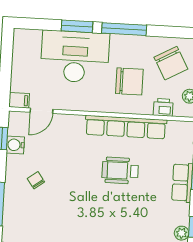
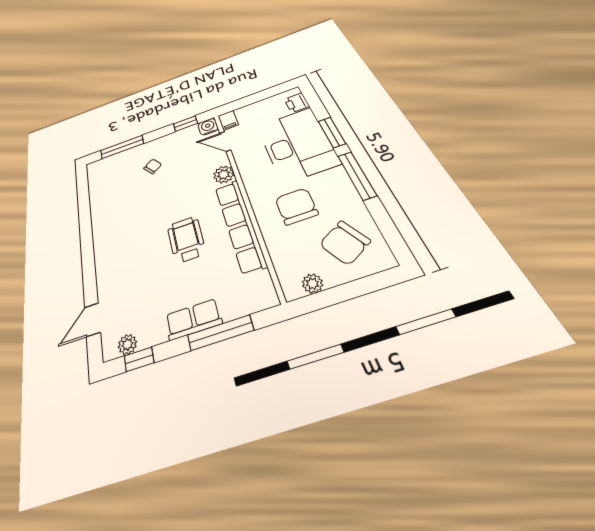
chair: (129, 81) -> (296, 206), turned 180
printer: (163, 107) -> (297, 103), moved, turned 180
plant: (75, 124) -> (224, 174), added
water cooler: (15, 145) -> (208, 127), moved

